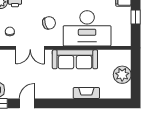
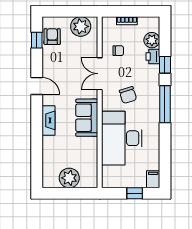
sofa: (75, 59) -> (87, 118), width x0.73
fireplace: (86, 93) -> (49, 120), moved
door: (27, 103) -> (37, 86), moved

